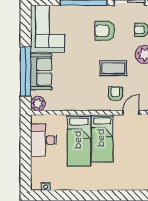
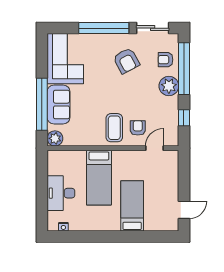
armchair: (105, 31) -> (126, 61), turned -118
coffee table: (113, 68) -> (114, 128), moved, turned 90
bed: (102, 138) -> (132, 206), moved, turned 180
desk: (43, 140) -> (61, 193), moved

